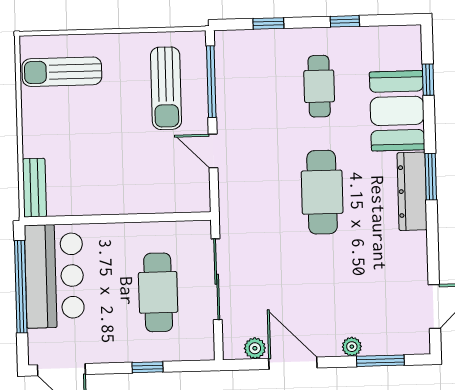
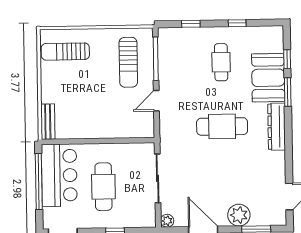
door: (213, 151) -> (156, 101), hinge flipped
window: (431, 177) -> (288, 92), moved
cafe table: (322, 192) -> (222, 126), turned 90
cafe table: (158, 292) -> (103, 187), moved
plant: (352, 347) -> (239, 215), width x1.87, depth x1.87
plant: (255, 348) -> (167, 221), moved

